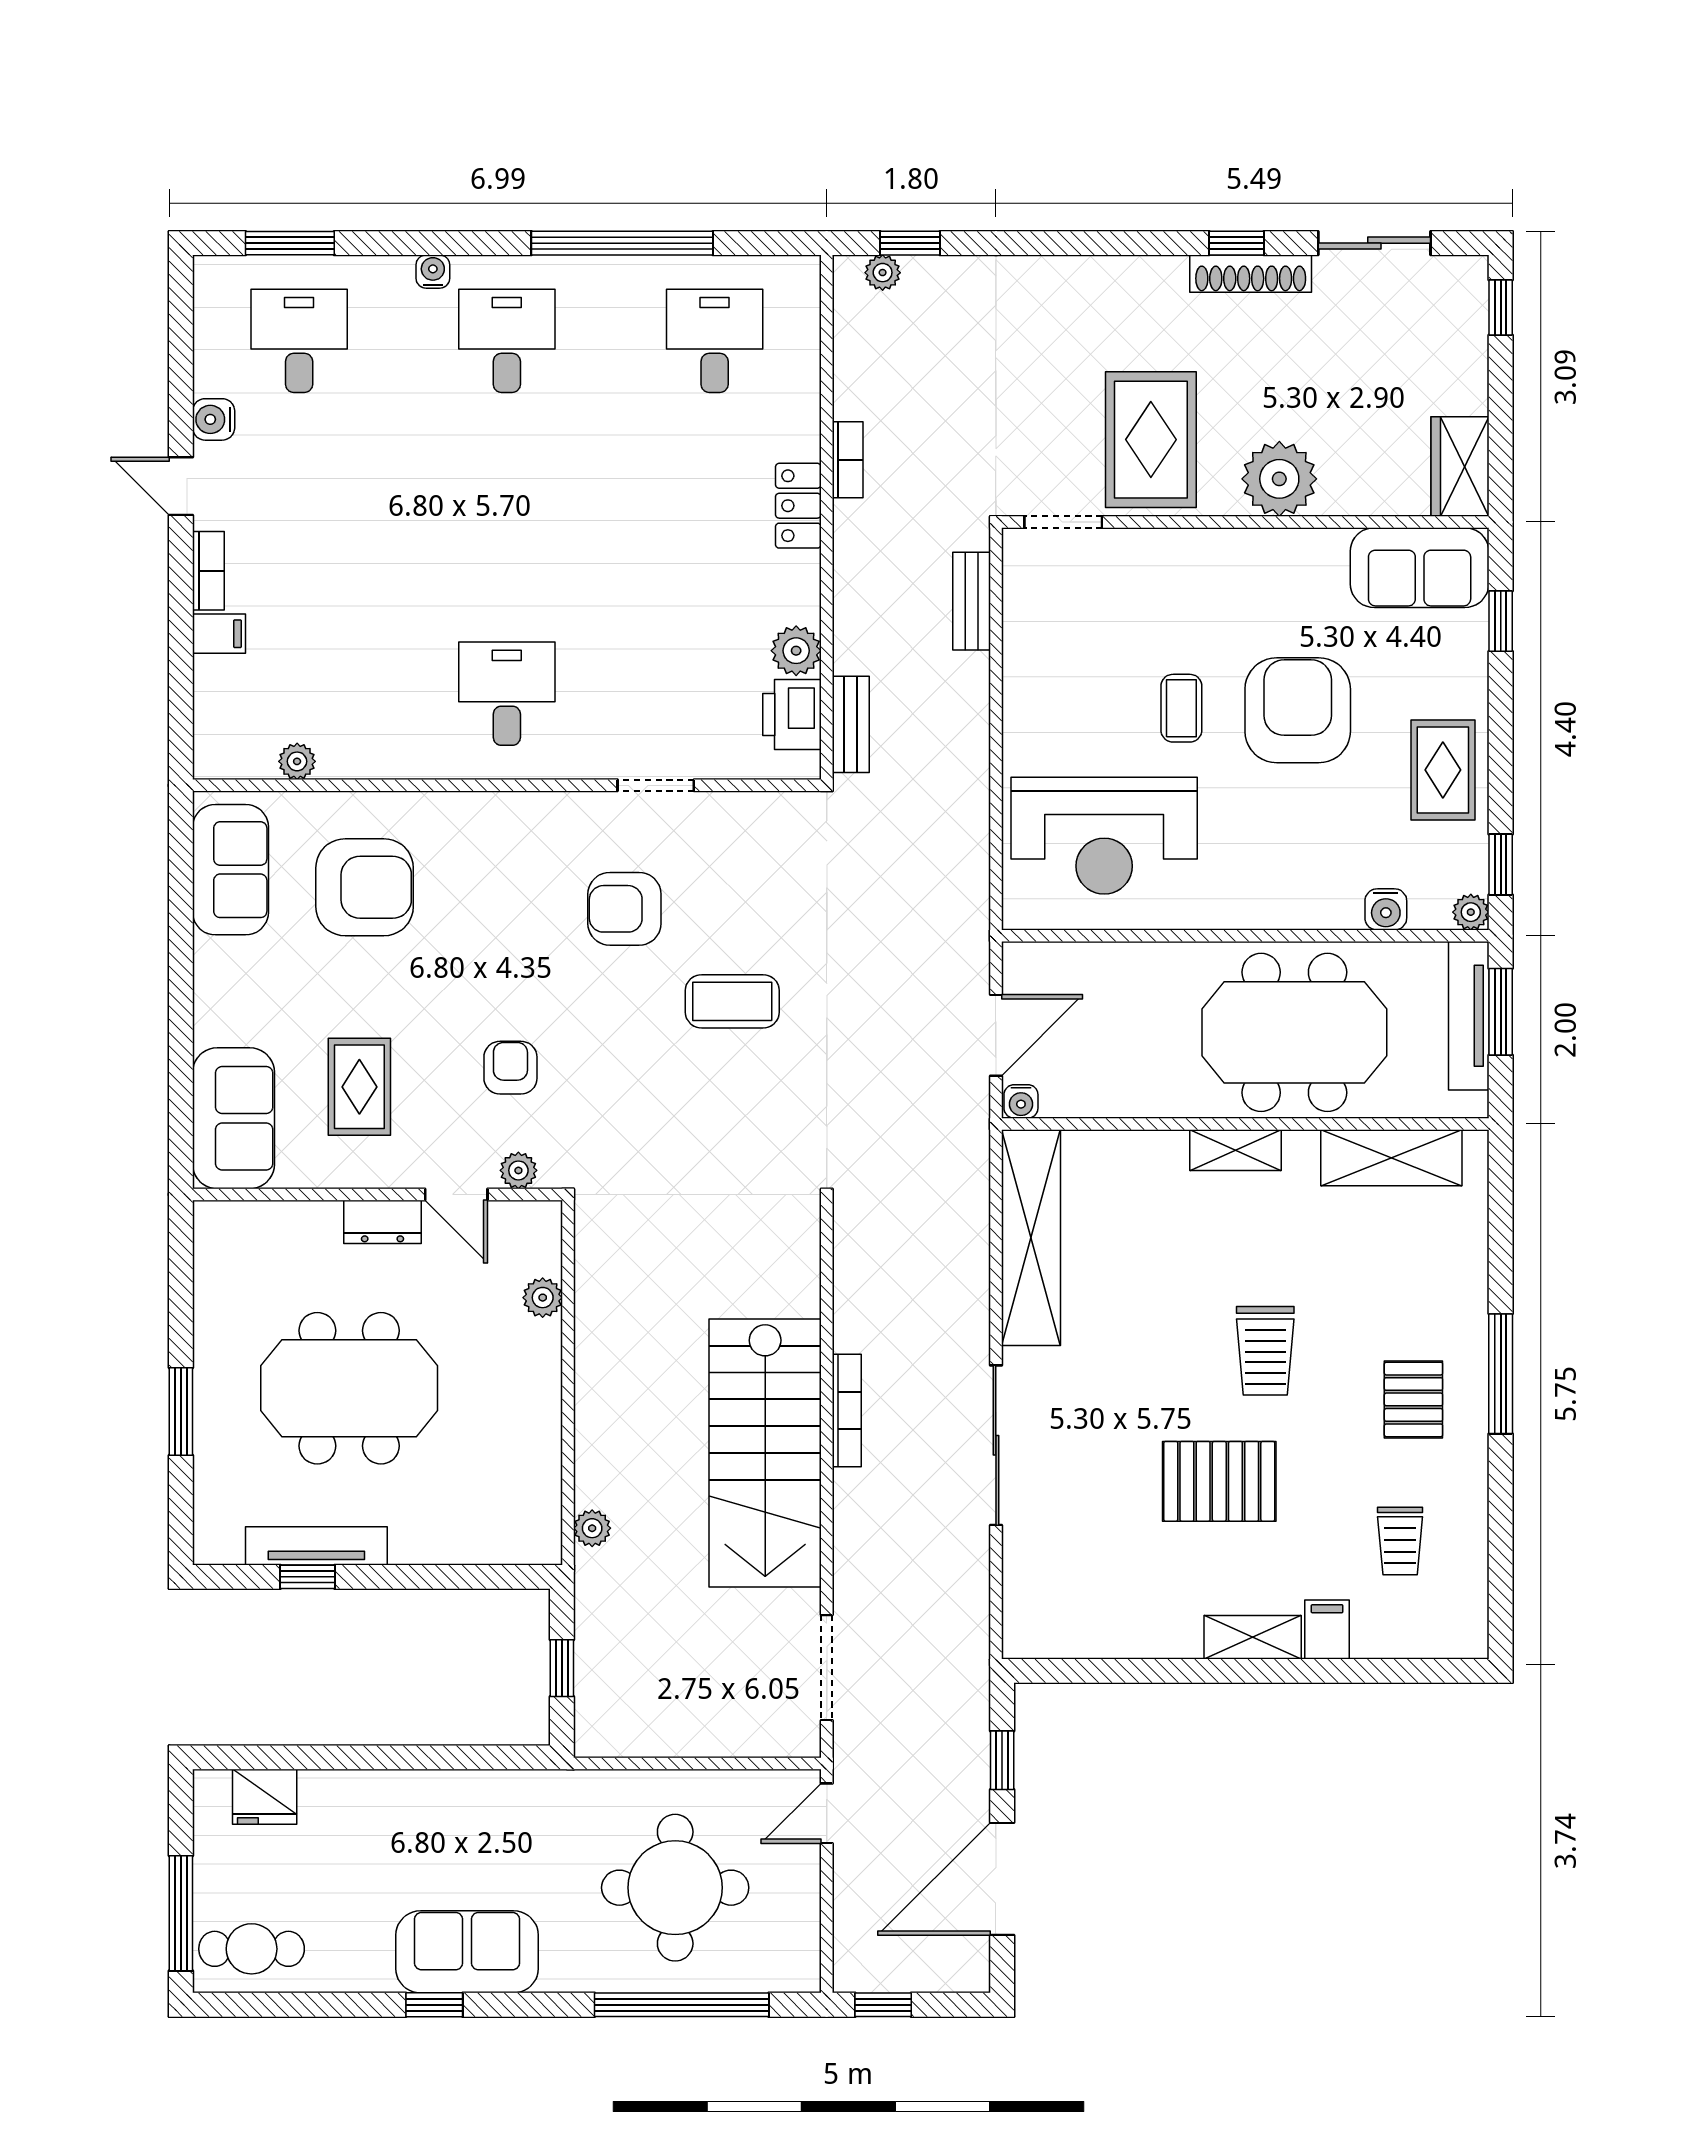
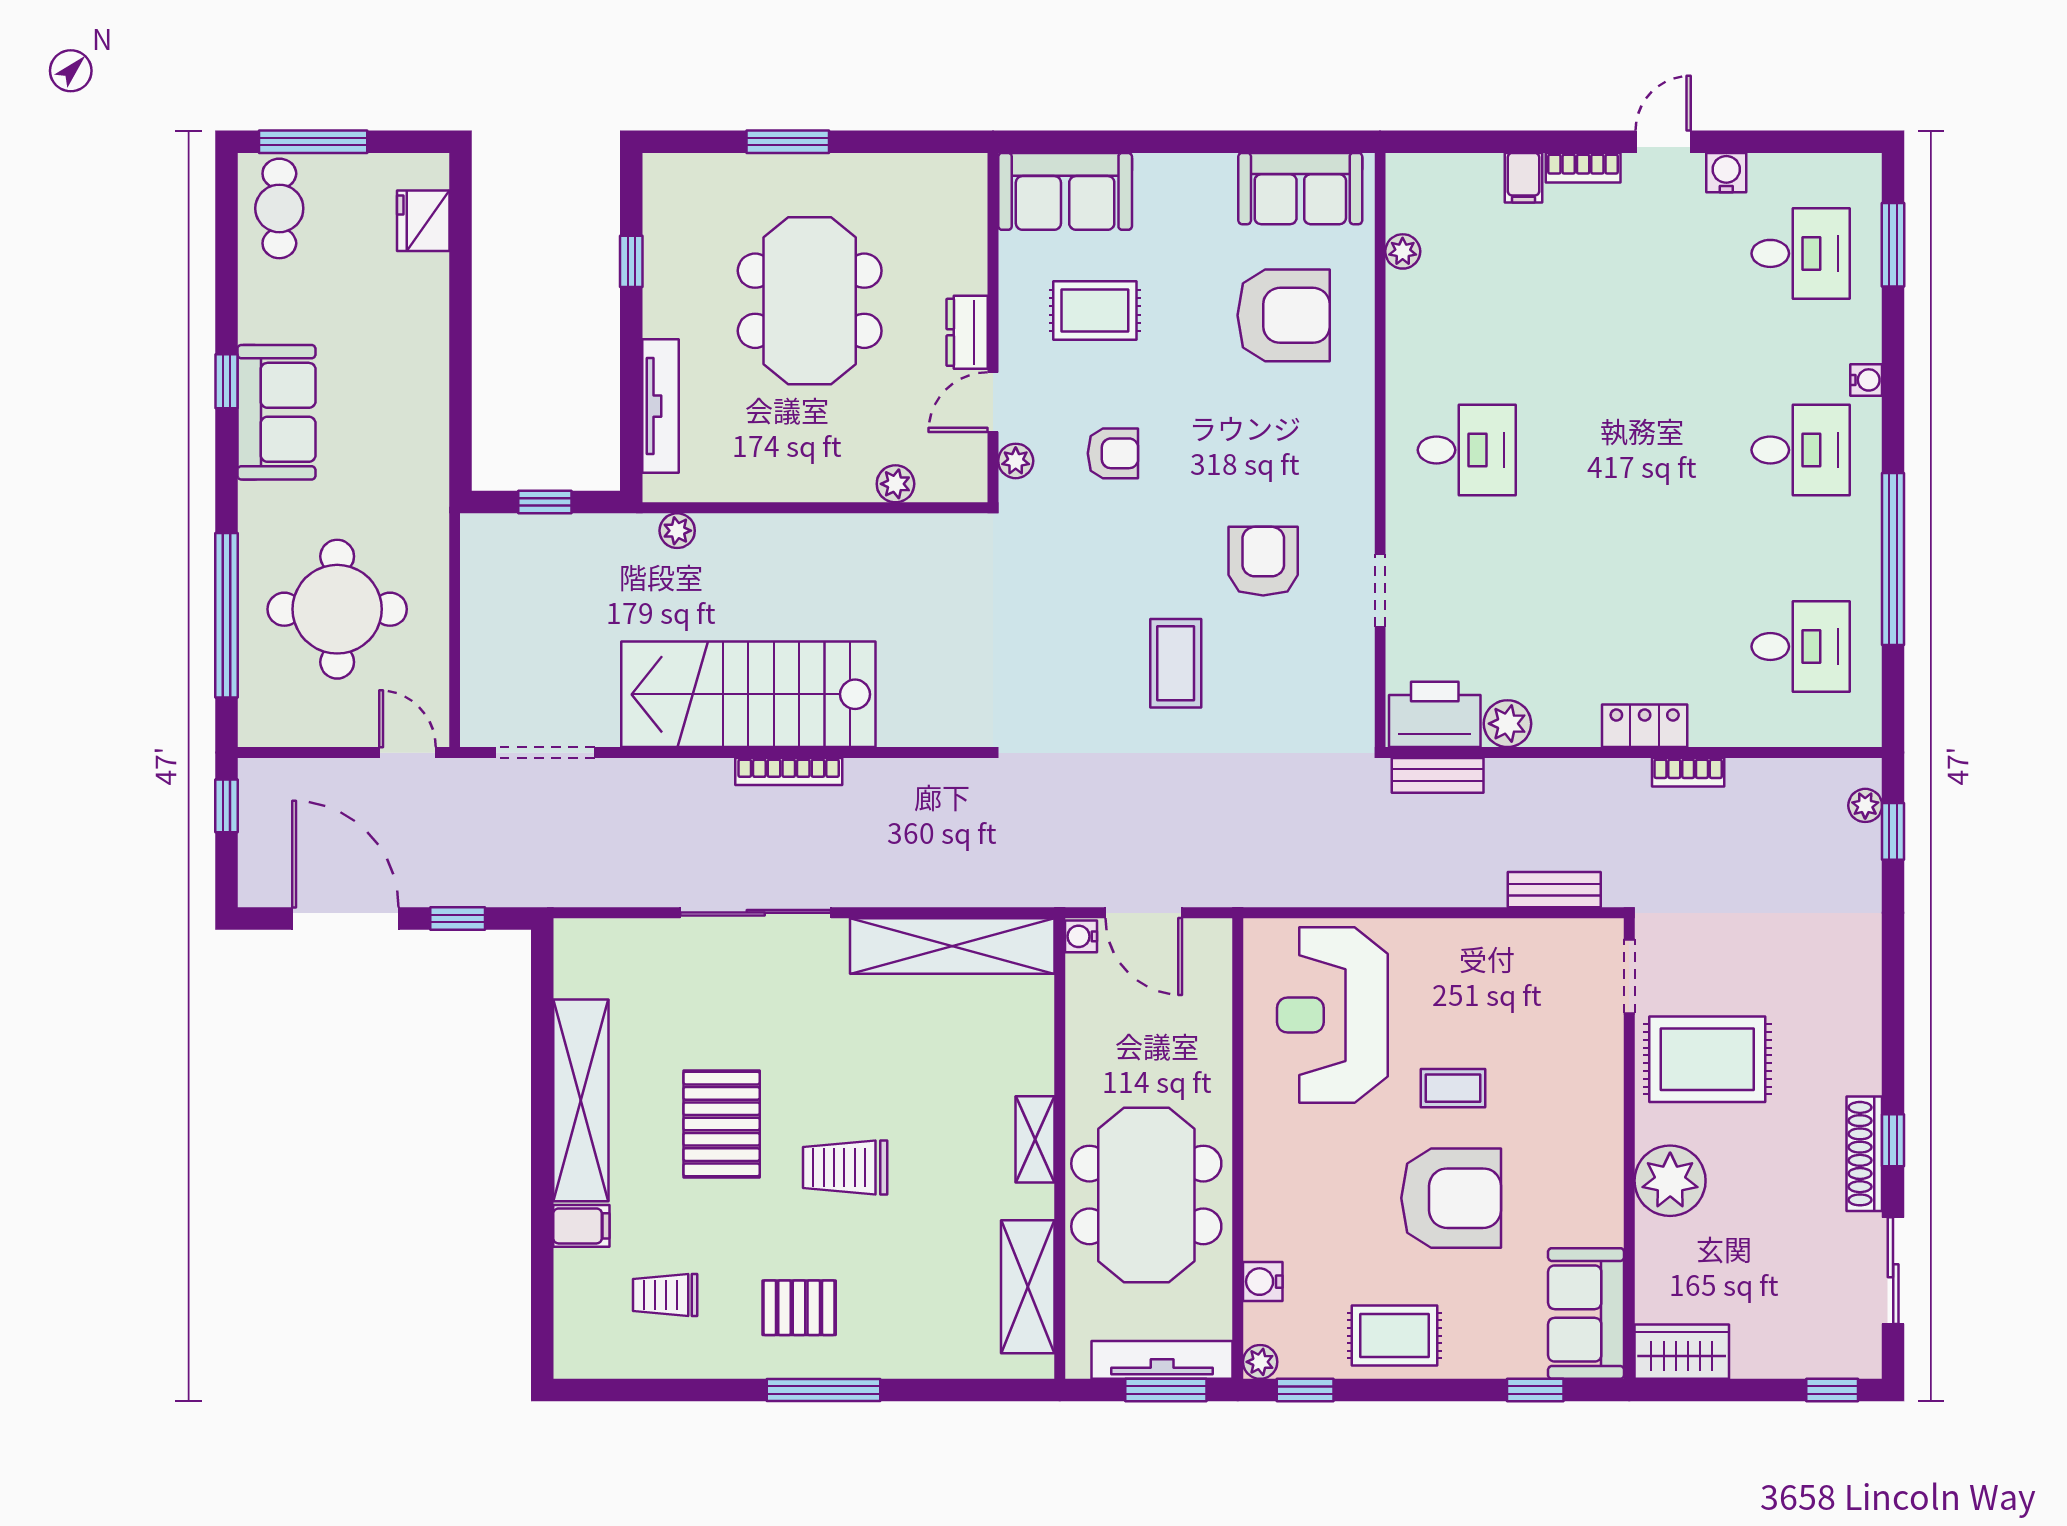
printer: (792, 714) -> (1435, 714), width x1.37, depth x1.19
armchair: (365, 887) -> (1284, 315), turned -90
tv unit: (316, 1546) -> (661, 406), moved
shelving: (1253, 1637) -> (581, 1100), width x2.20, depth x1.33

